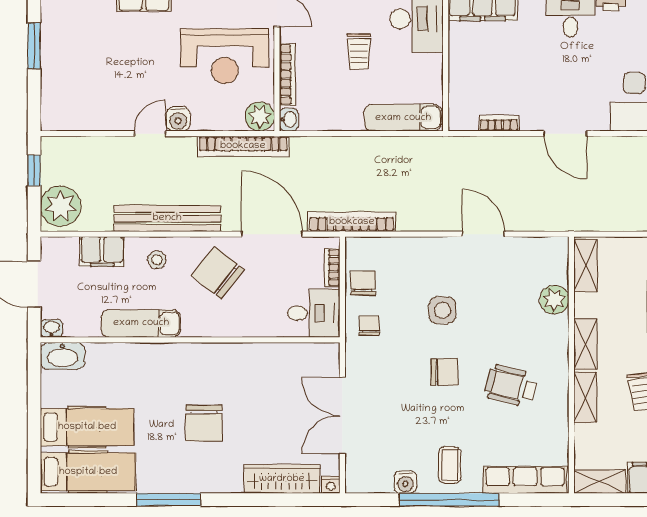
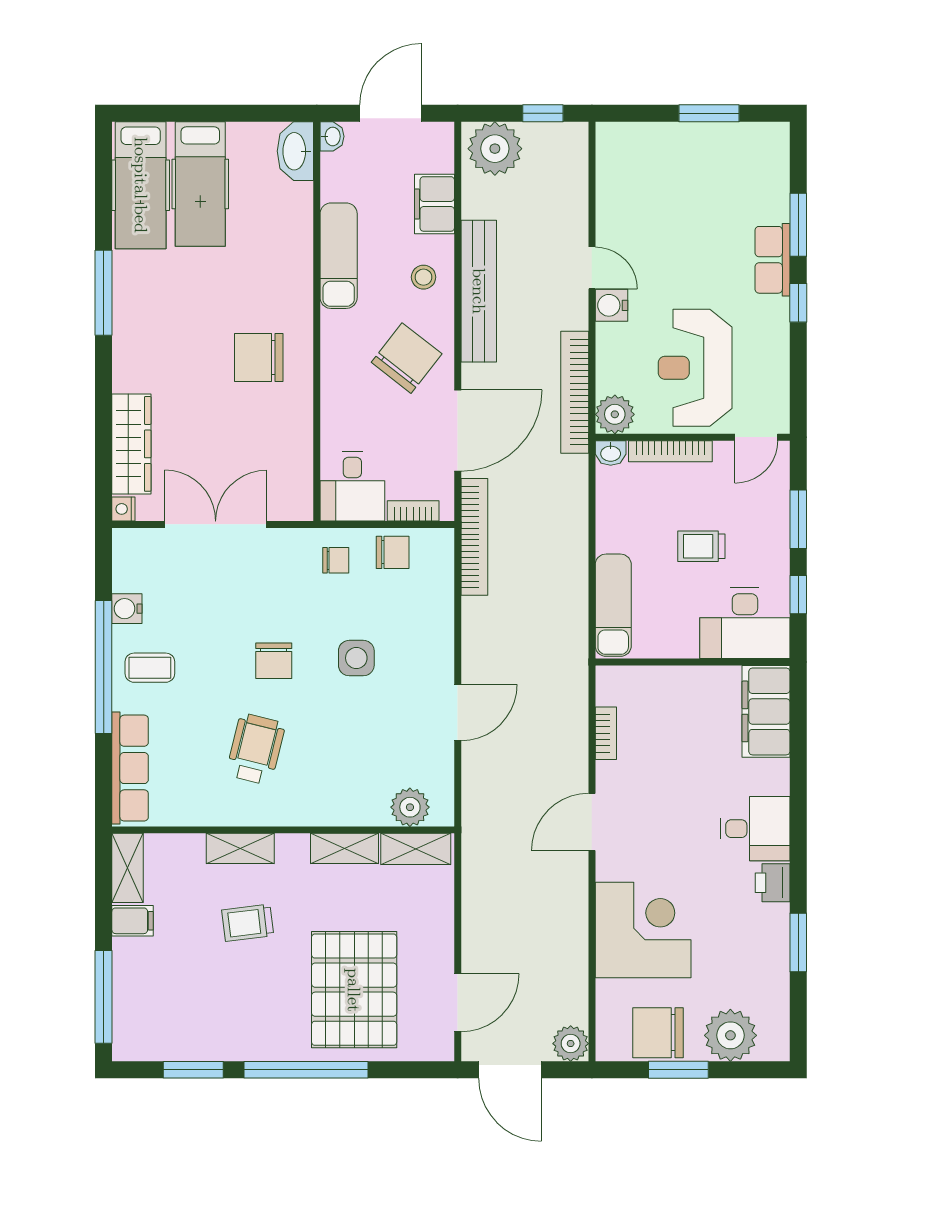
plant: (554, 300) -> (410, 807), moved
shelving: (585, 344) -> (344, 848), moved
chair: (204, 423) -> (259, 357), moved

